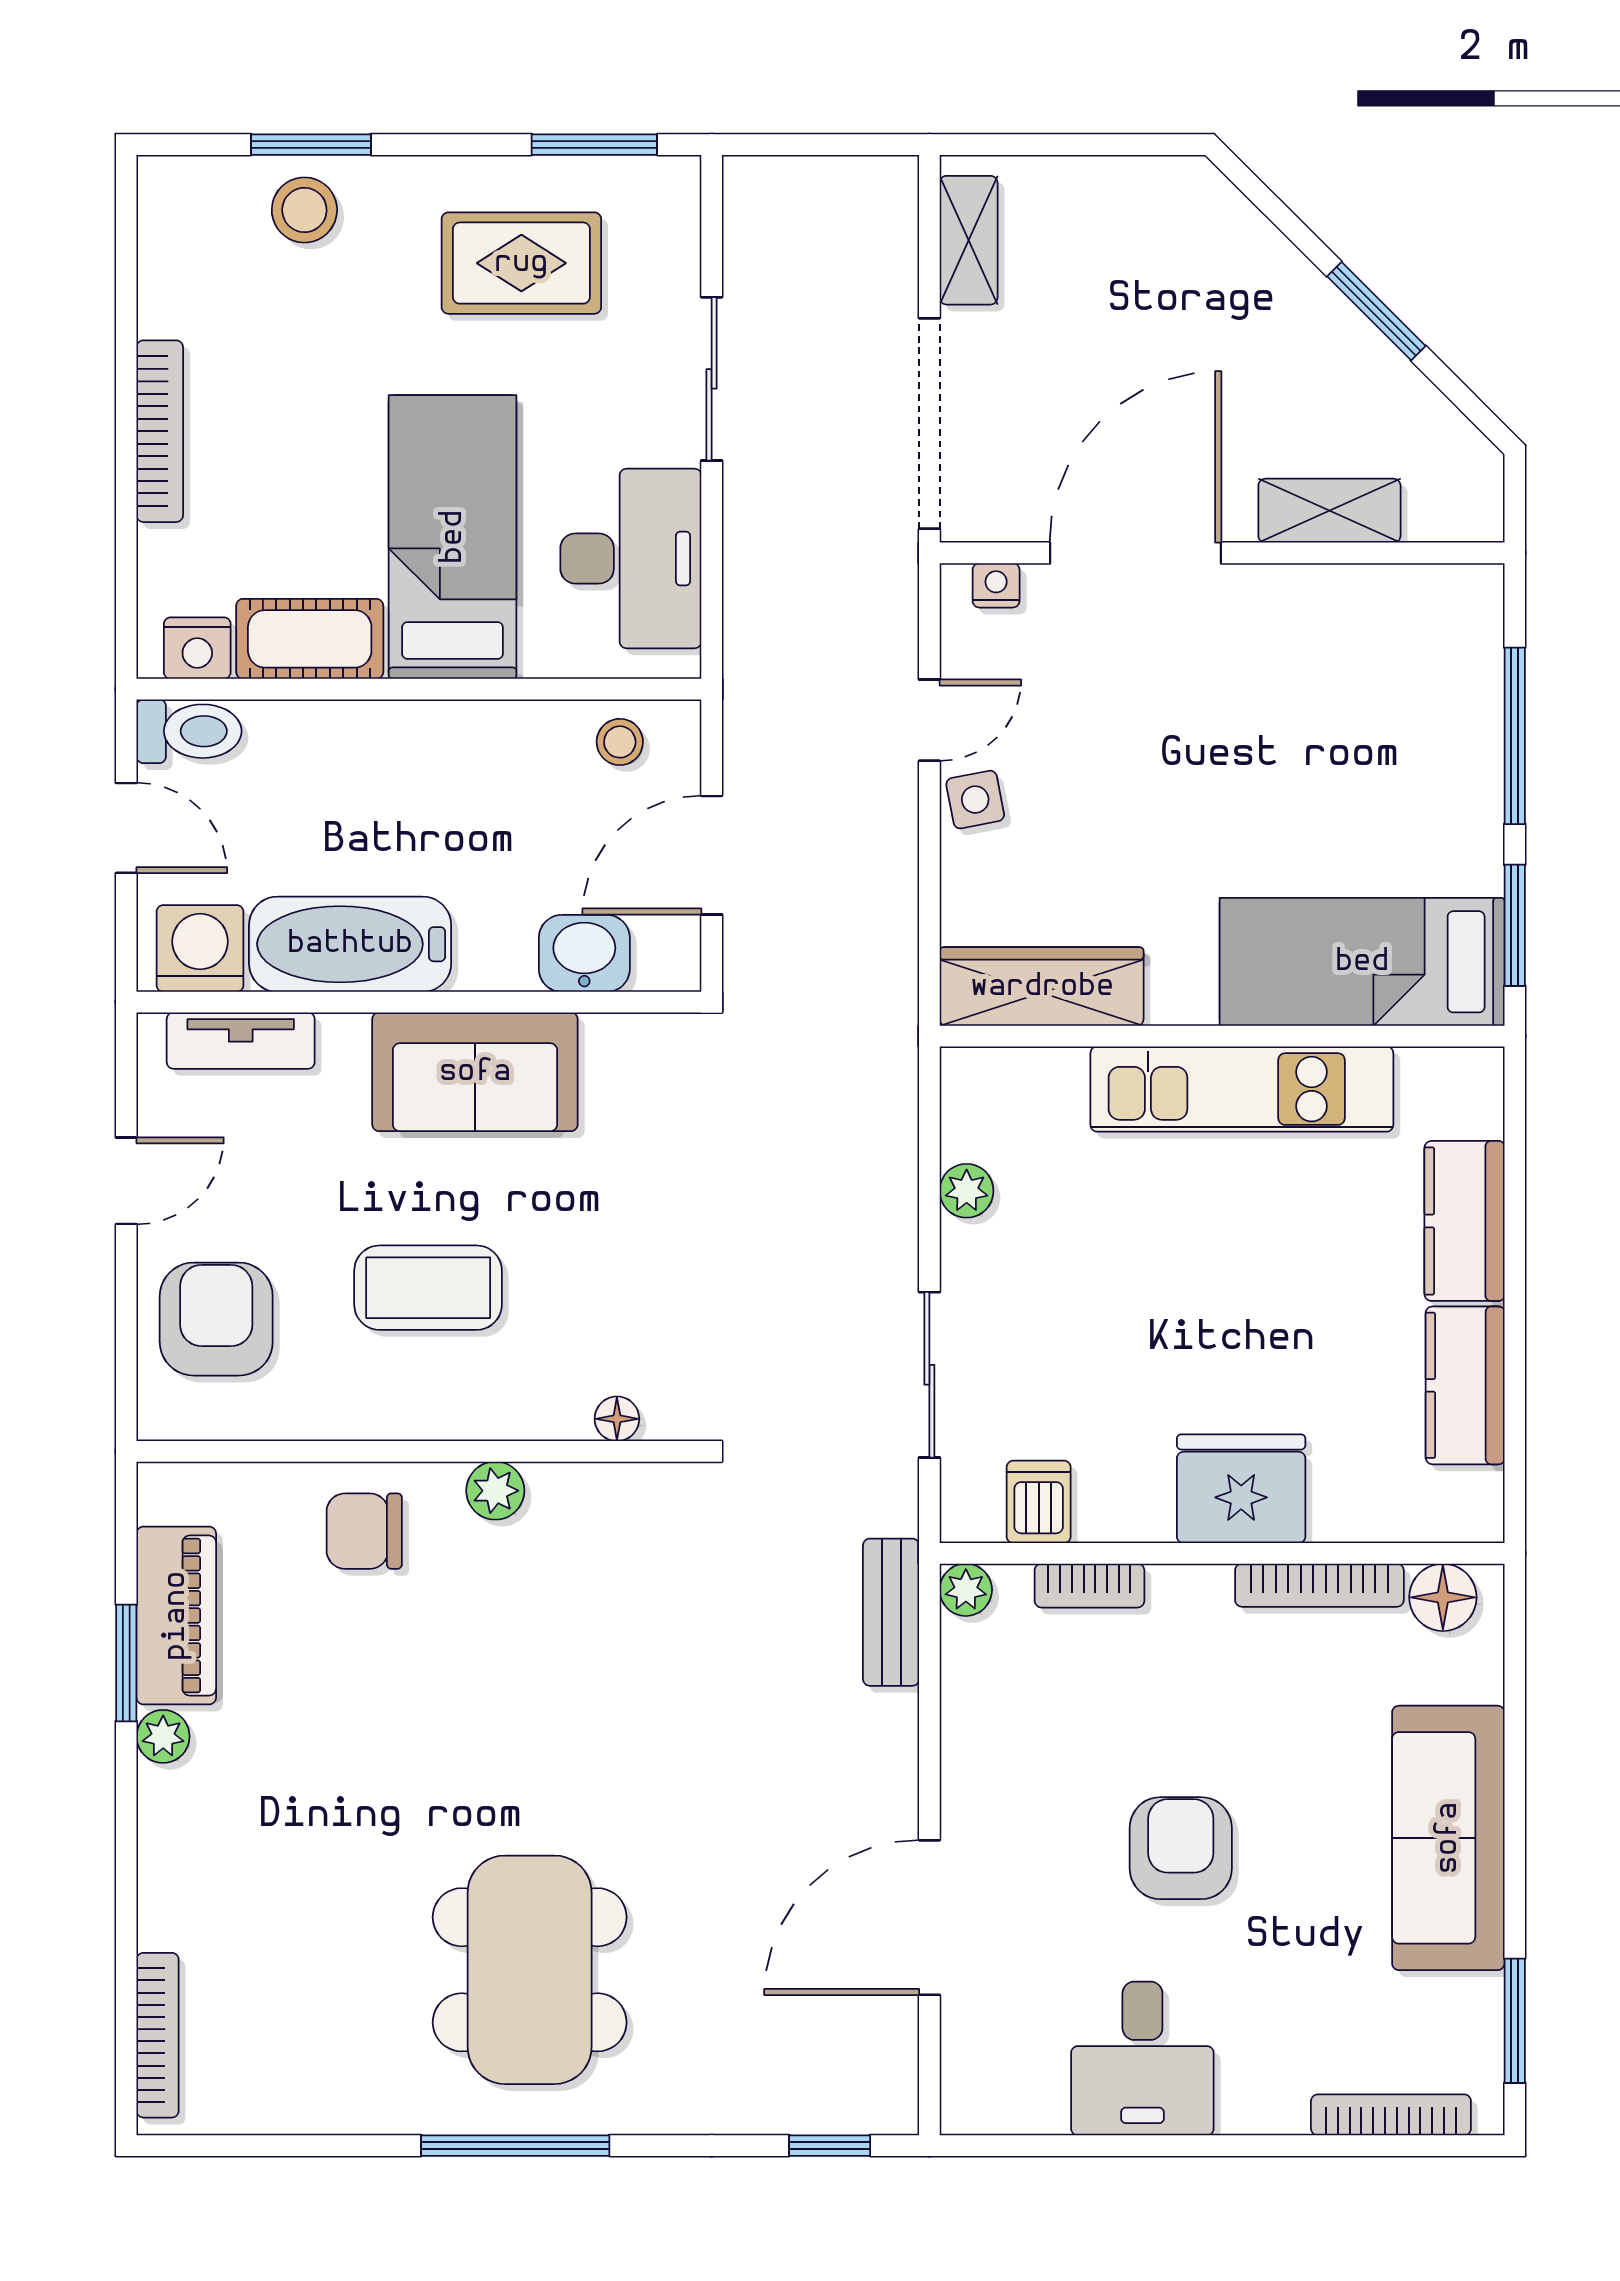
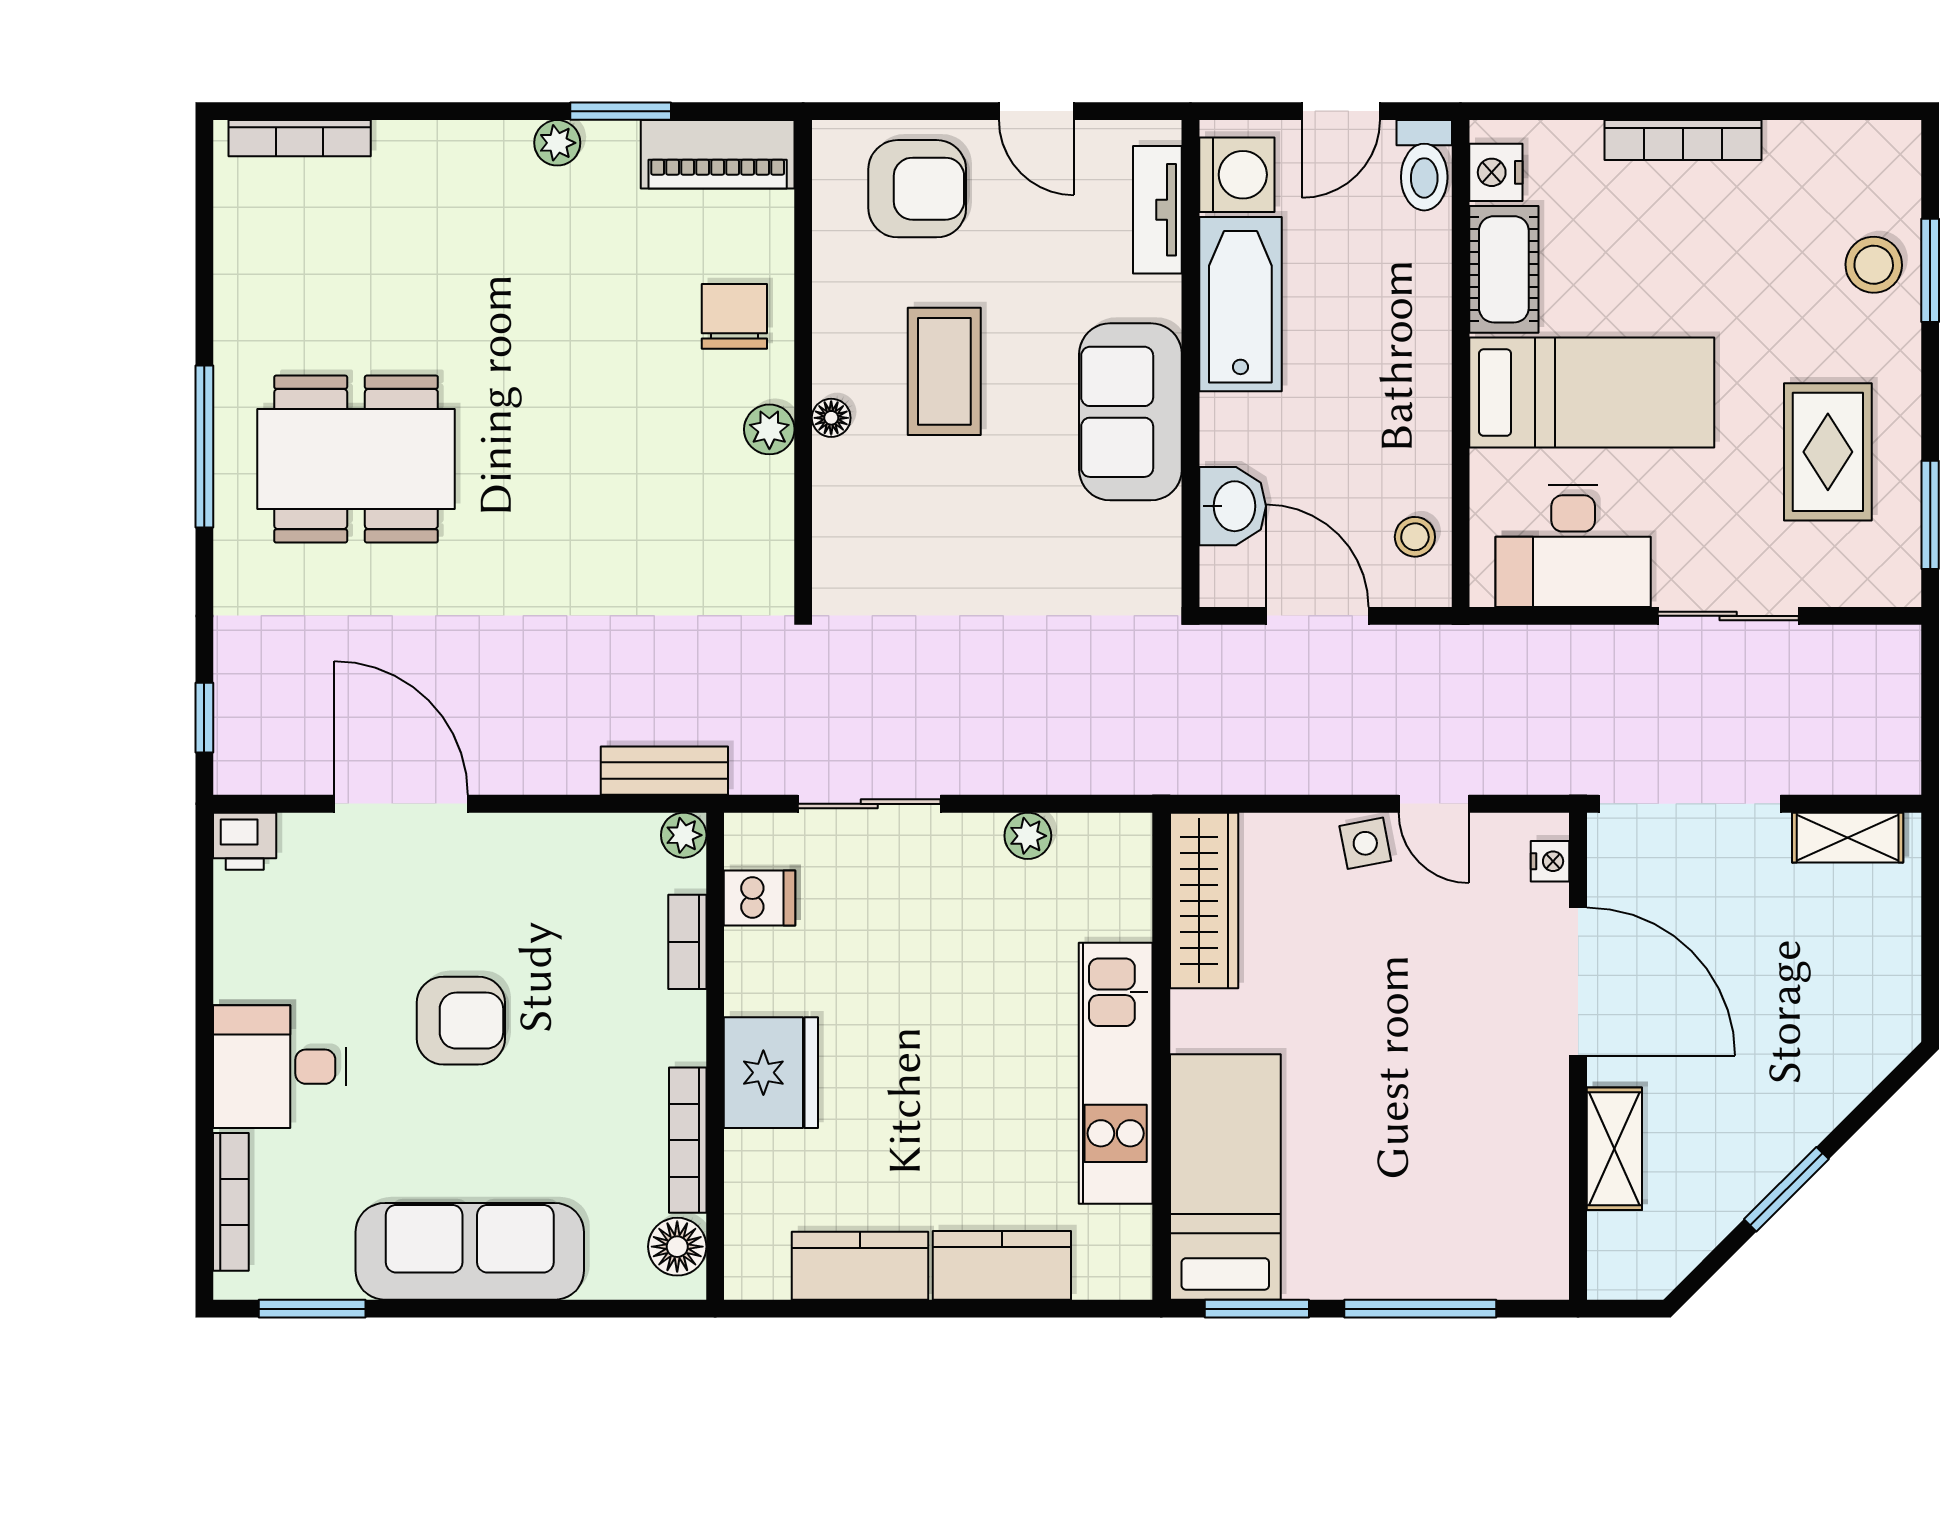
floor lamp: (617, 1419) -> (831, 418), moved
piano: (176, 1616) -> (718, 154), moved
desk: (1142, 2058) -> (280, 1067), moved
printer: (973, 2099) -> (245, 841), added

